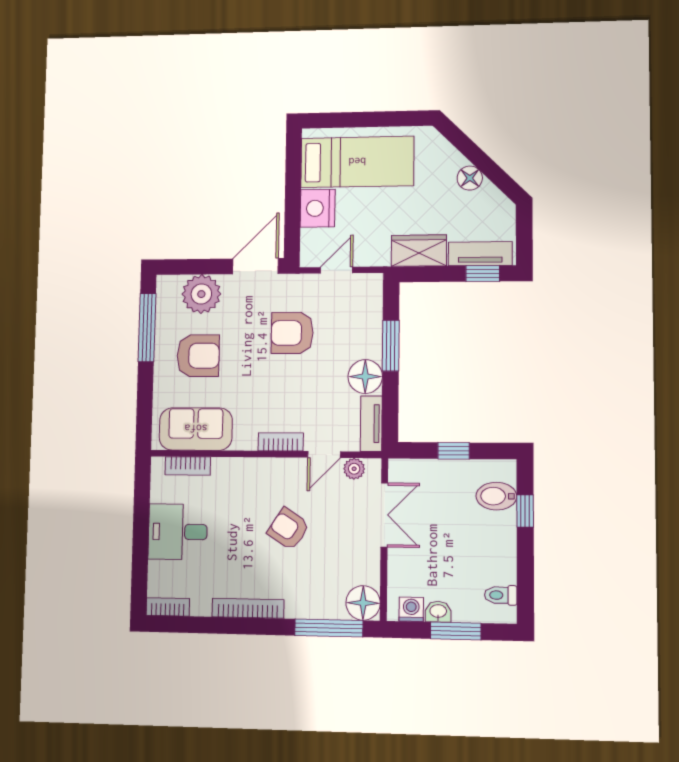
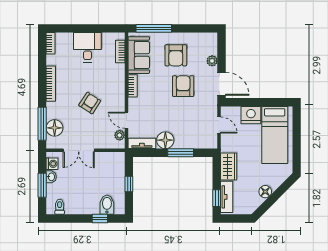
plant: (201, 294) -> (212, 61), width x0.53, depth x0.53
window: (147, 328) -> (154, 28), moved
armchair: (292, 333) -> (183, 86), moved
bookcase: (281, 442) -> (133, 86), moved
double door: (384, 515) -> (79, 150), moved
floor lamp: (363, 603) -> (55, 128), moved

